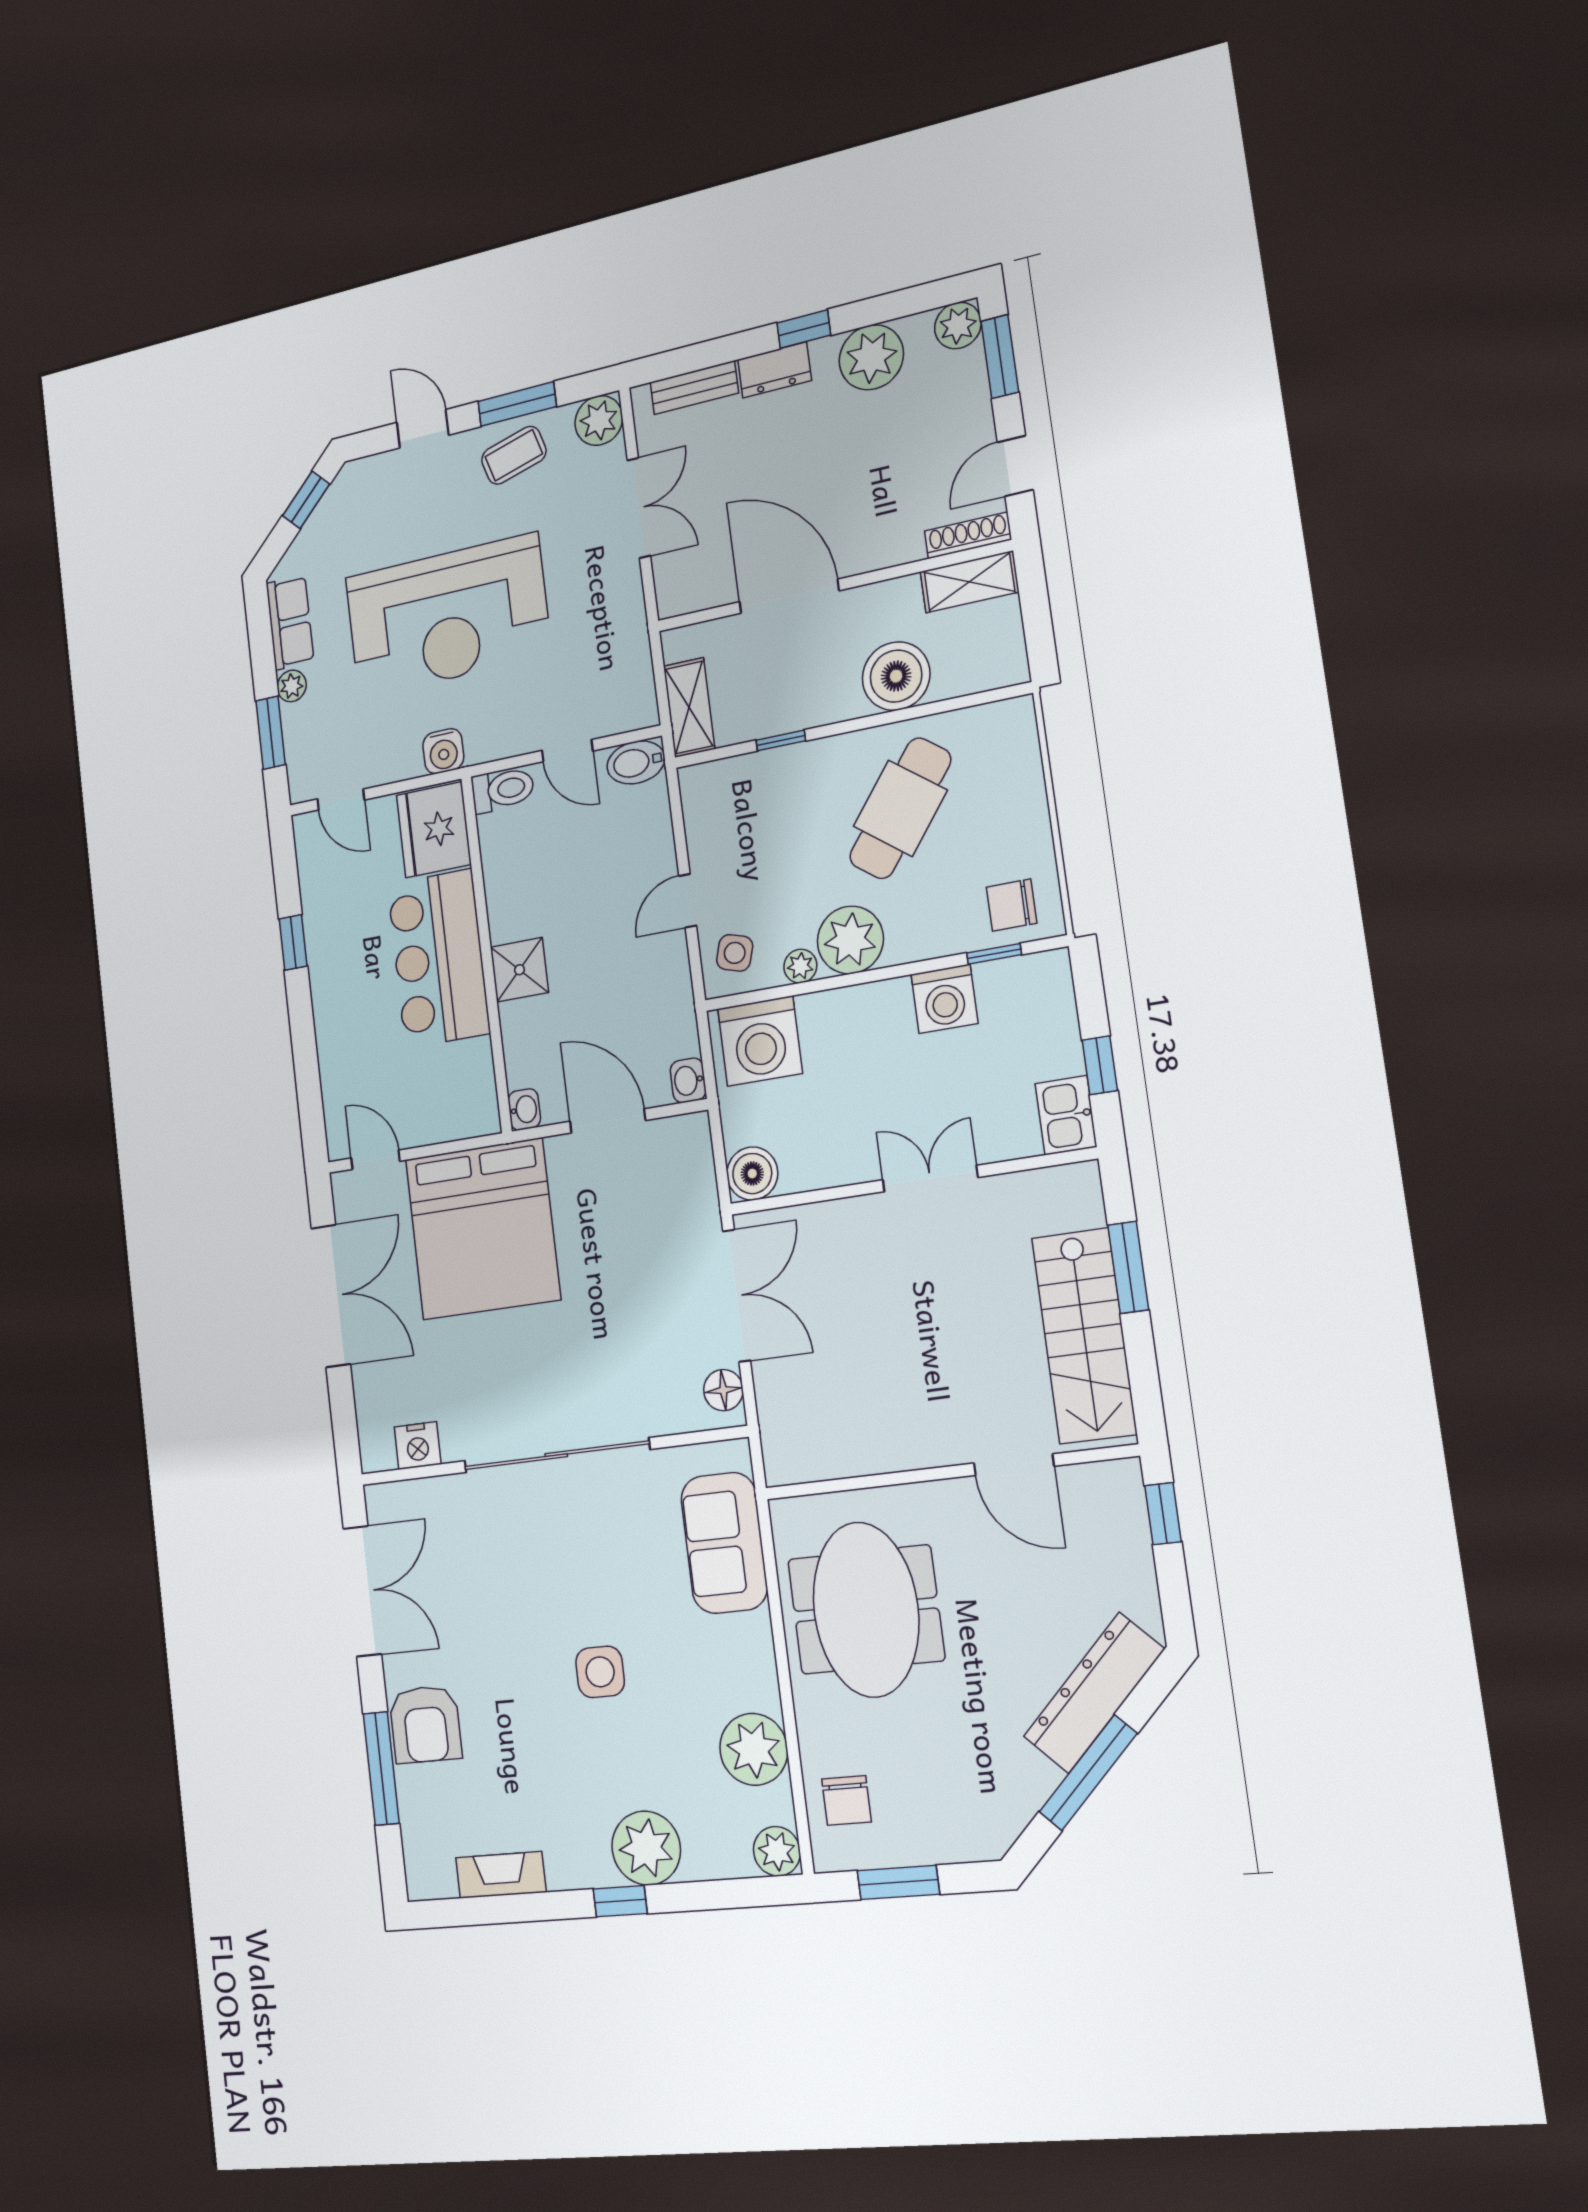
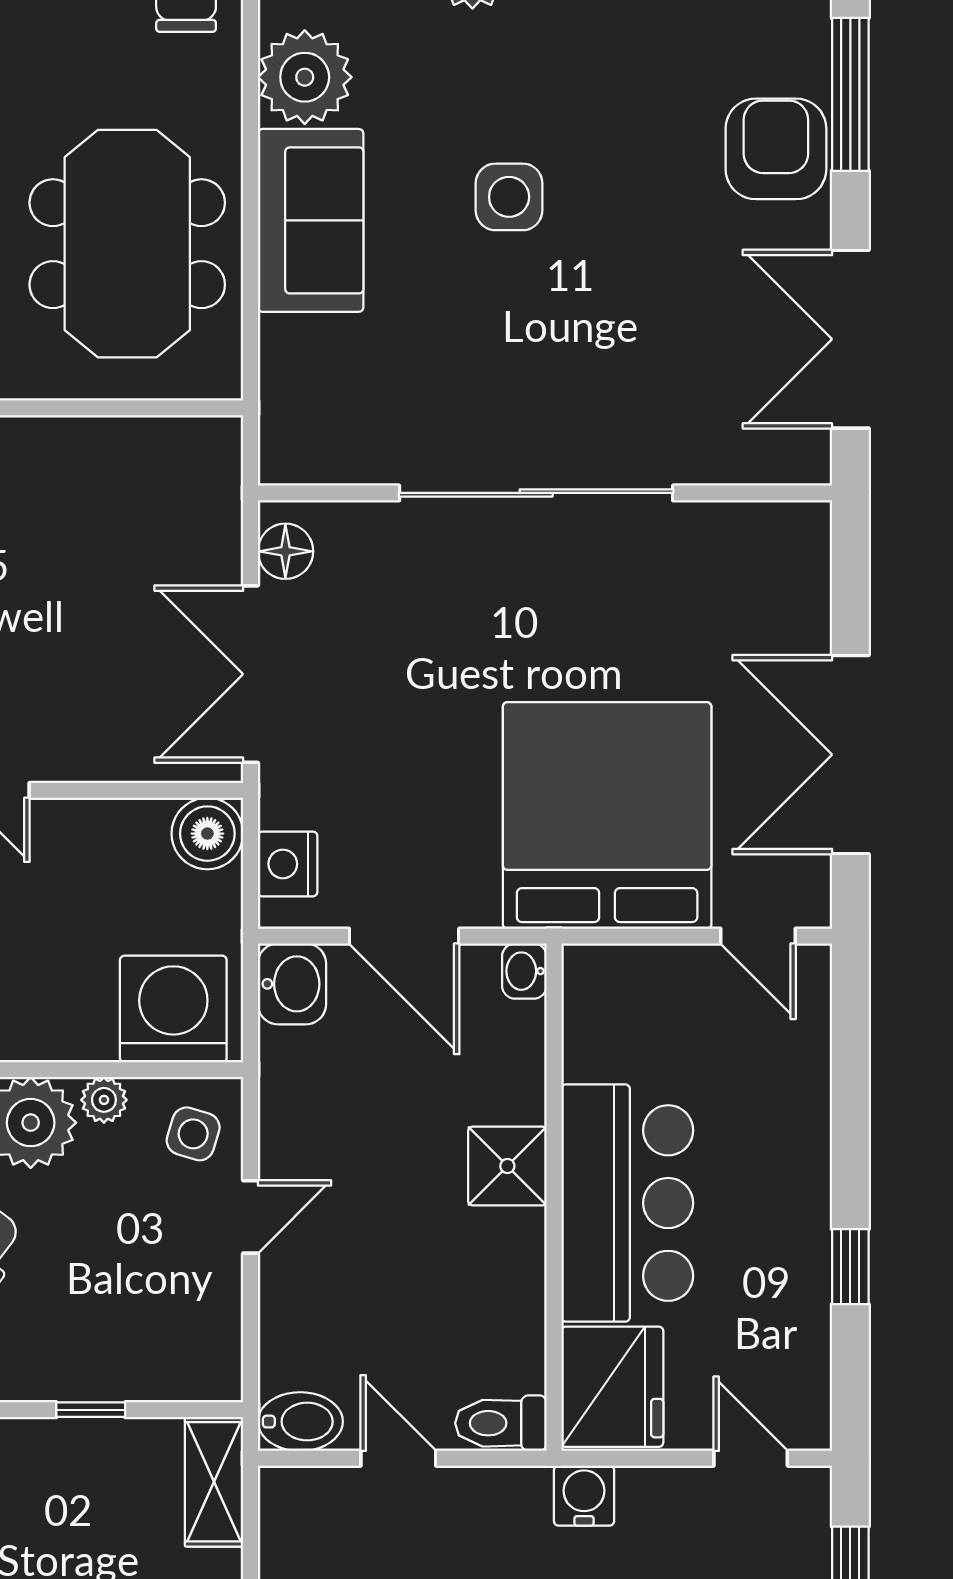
washbasin: (688, 1080) -> (292, 984), width x1.38, depth x1.45
nightstand: (418, 1446) -> (288, 864), moved, turned -90
sofa: (724, 1543) -> (311, 220), moved

